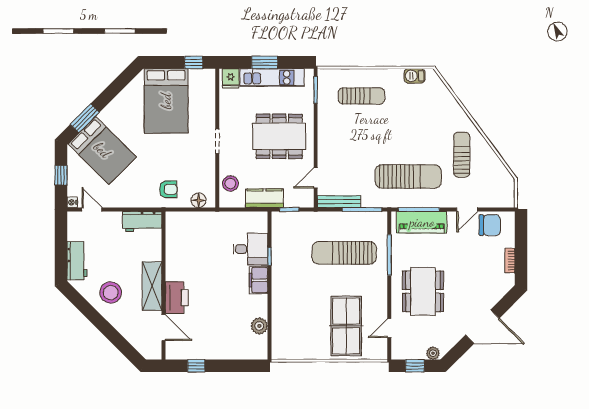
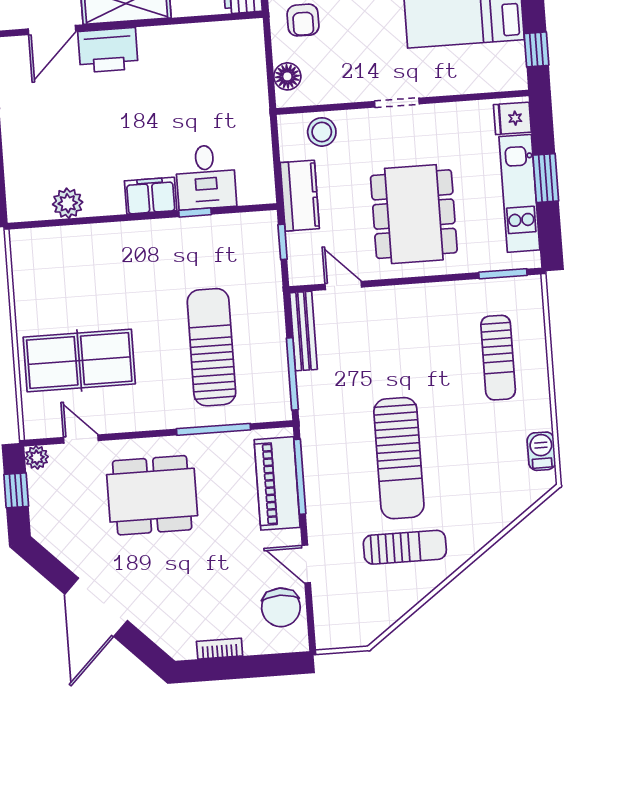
sun lounger: (408, 176) -> (399, 458), moved
plant: (433, 353) -> (37, 457), moved

